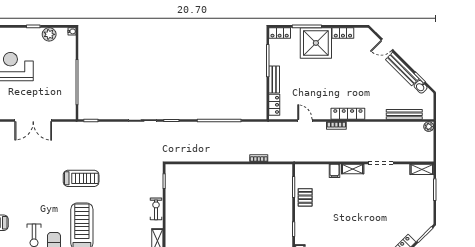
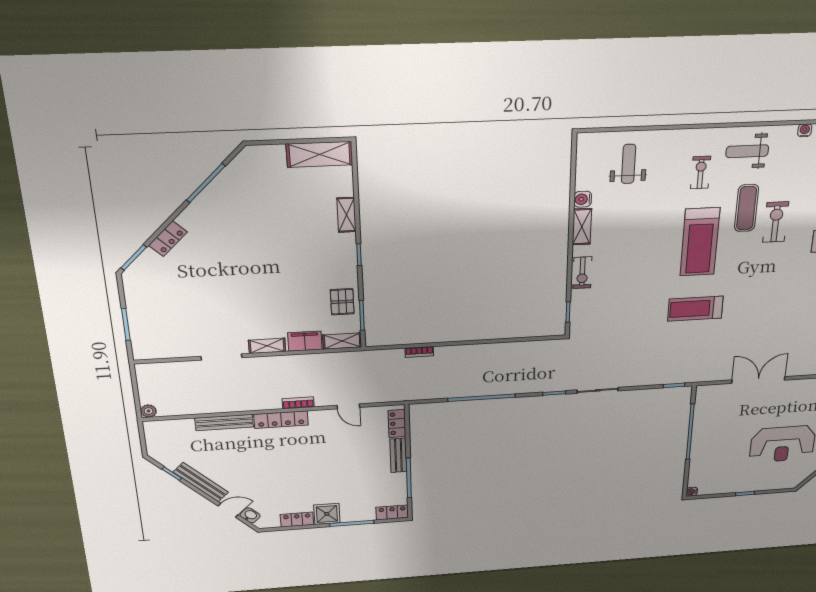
plant: (49, 34) -> (724, 486), removed
shower: (316, 43) -> (327, 514), width x0.54, depth x0.54
washbasin: (421, 87) -> (250, 515), moved
bench: (404, 114) -> (224, 422), moved
shelving: (422, 169) -> (342, 341), moved
filing cabinet: (334, 171) -> (305, 341), width x2.00

